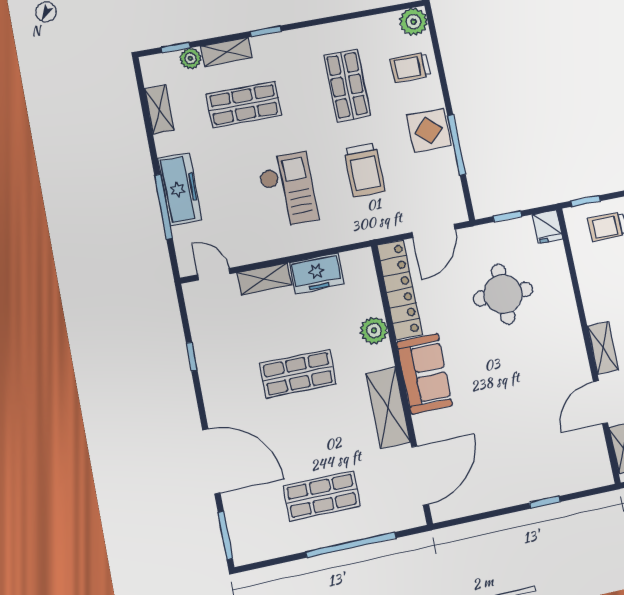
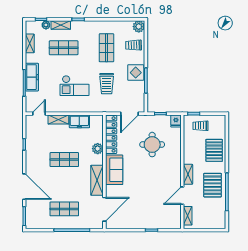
checkout: (288, 190) -> (74, 86), turned 90
door: (214, 274) -> (39, 114), hinge flipped

